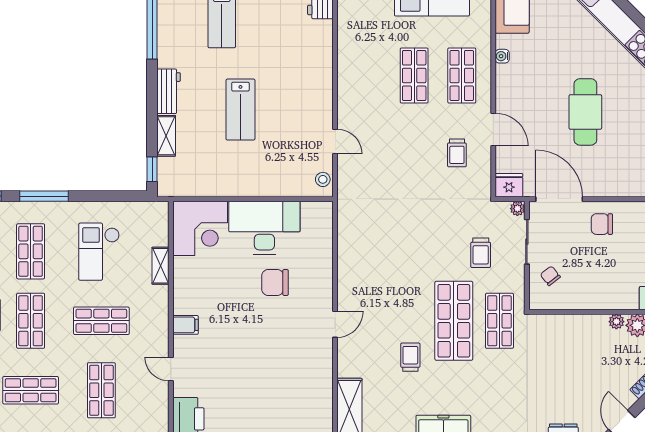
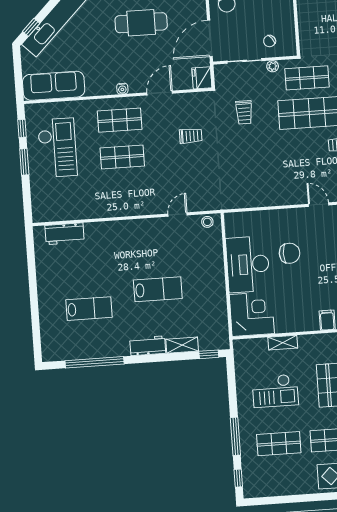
water cooler: (502, 56) -> (122, 89), moved
trolley: (457, 153) -> (191, 136), moved
plant: (517, 209) -> (273, 66), moved
trolley: (481, 253) -> (244, 112), moved, turned 90
chair: (275, 282) -> (290, 253), turned -90

